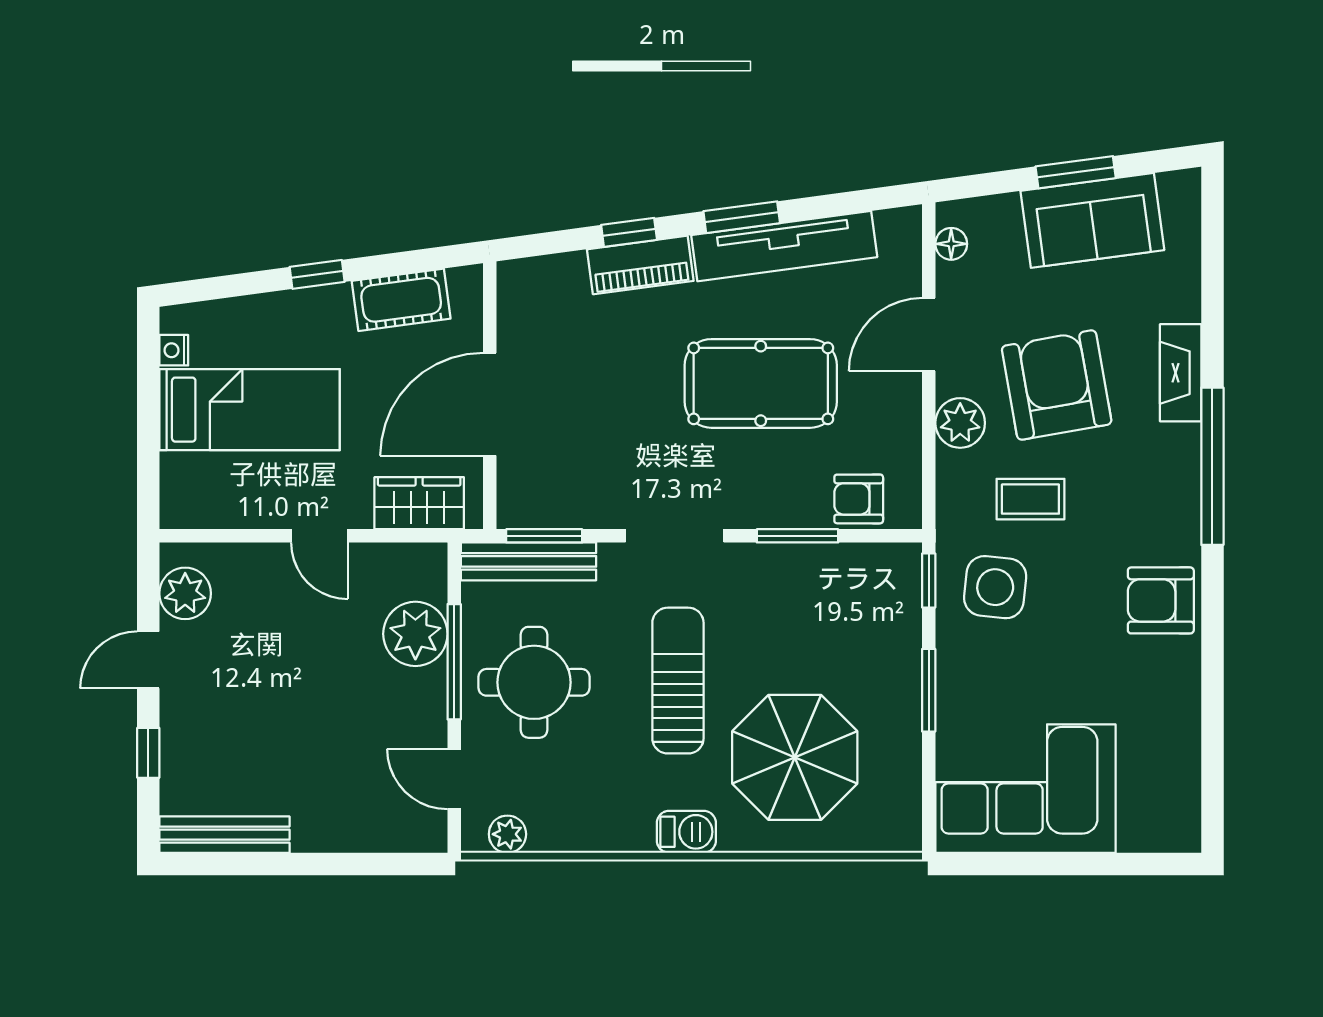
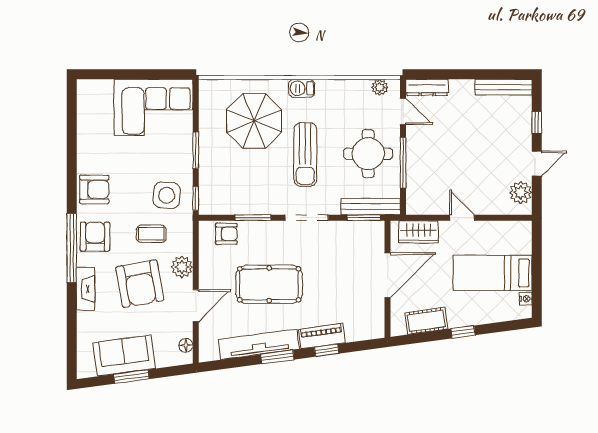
armchair: (1159, 492) -> (95, 237), added
plant: (415, 634) -> (420, 175), removed
dresser: (399, 834) -> (427, 87), added

